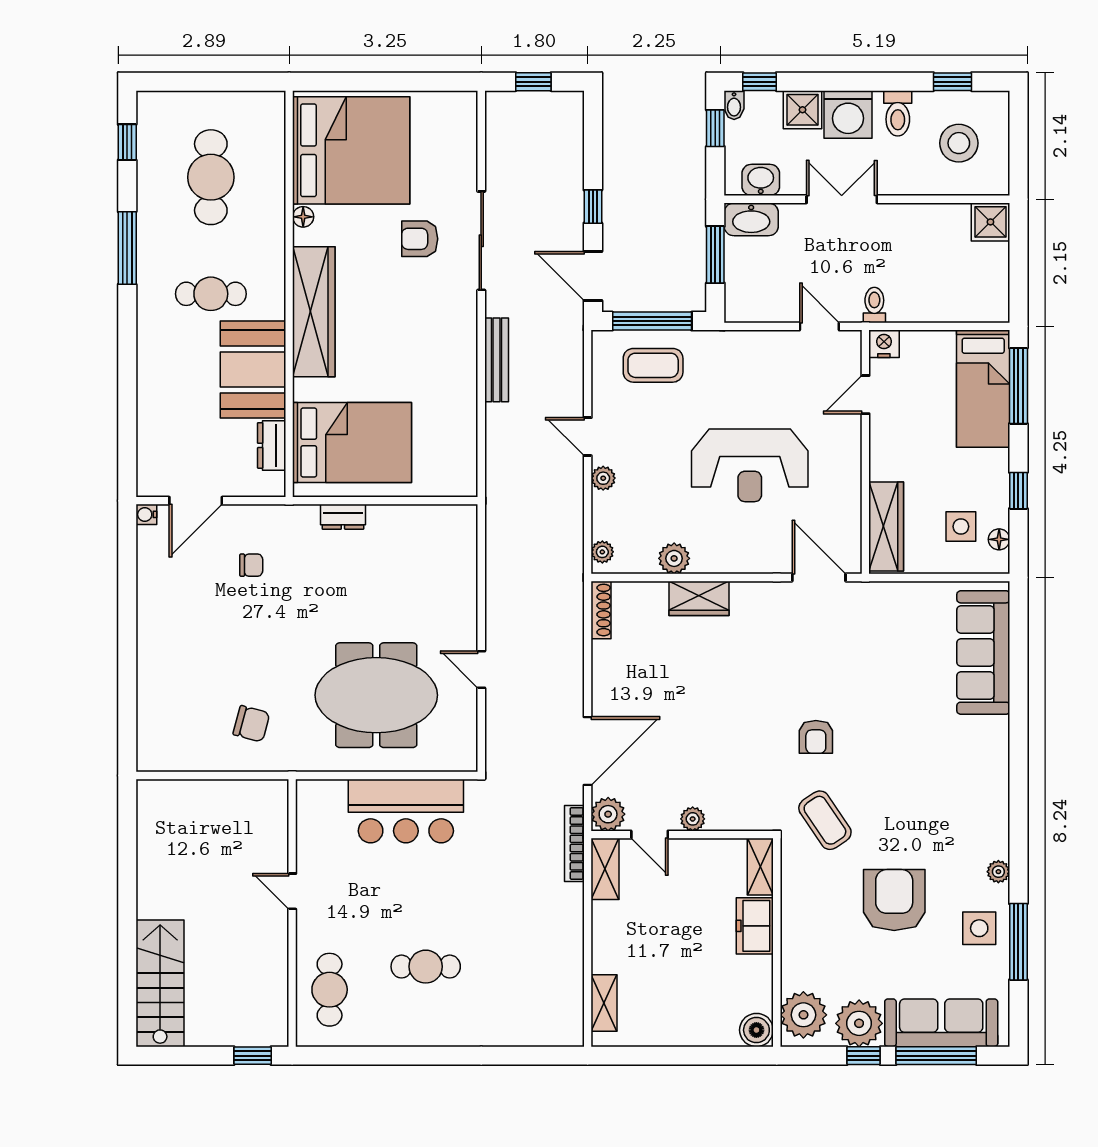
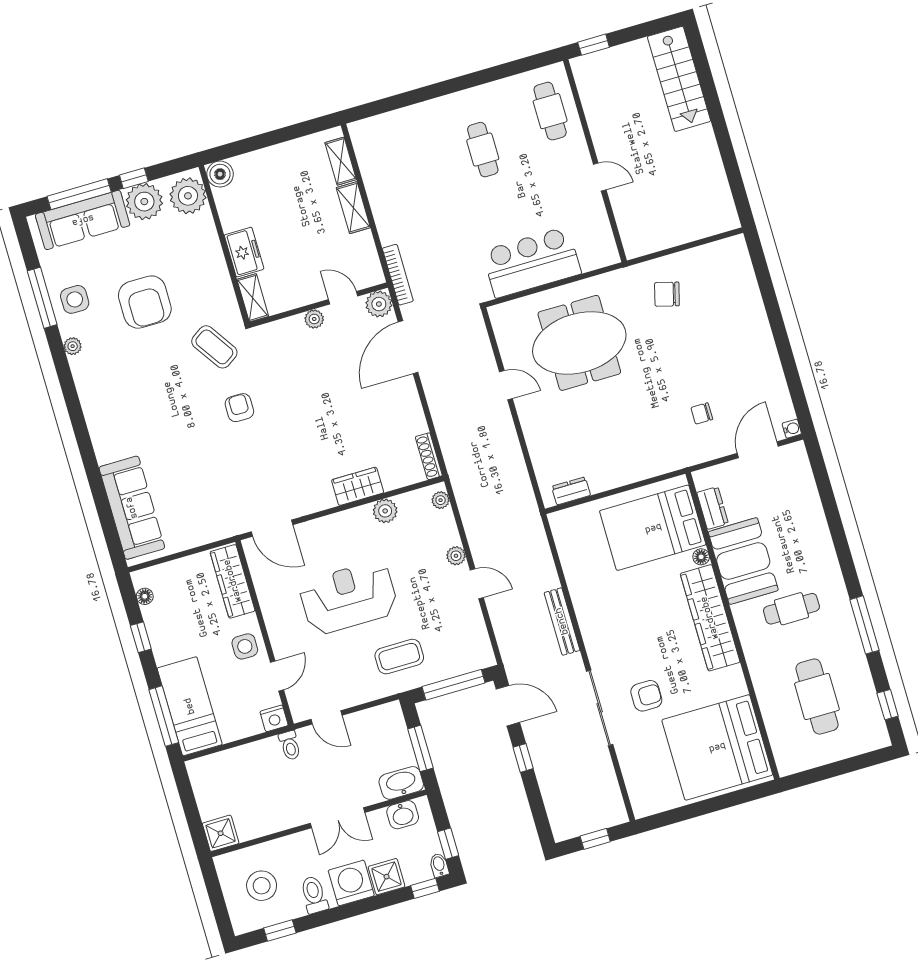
floor lamp: (303, 217) -> (701, 557), moved
coffee table: (653, 365) -> (399, 657), moved
dresser: (343, 517) -> (571, 491), moved
side table: (961, 527) -> (245, 646), moved
shelving: (605, 869) -> (353, 208), moved
cafe table: (426, 967) -> (483, 150), turned 90

